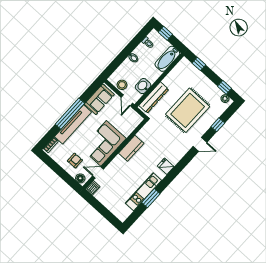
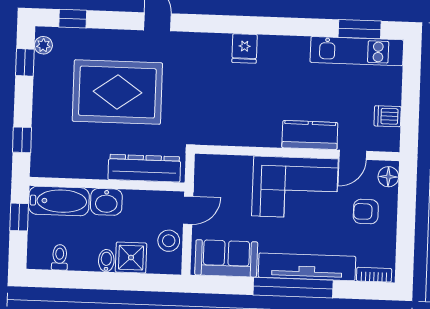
window: (165, 33) -> (19, 217), moved
shower: (127, 67) -> (131, 258), added
washbasin: (143, 86) -> (106, 202), moved
window: (218, 125) -> (73, 19), moved
kitchen counter: (131, 148) -> (310, 135), moved
door: (98, 172) -> (353, 155), hinge flipped
dishwasher: (93, 188) -> (388, 116), moved
kitchen unit: (143, 192) -> (357, 51), moved
window: (151, 198) -> (360, 29), moved

